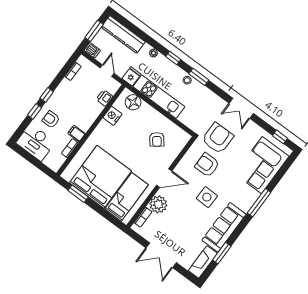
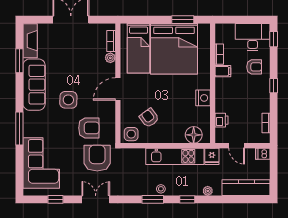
window: (94, 31) -> (274, 172), removed
window: (34, 111) -> (274, 39), moved
nightstand: (112, 116) -> (203, 98), moved
side table: (179, 137) -> (131, 134), added
window: (280, 137) -> (55, 199), moved
armchair: (218, 138) -> (97, 158), turned 180
plant: (158, 204) -> (110, 58), width x0.53, depth x0.53

